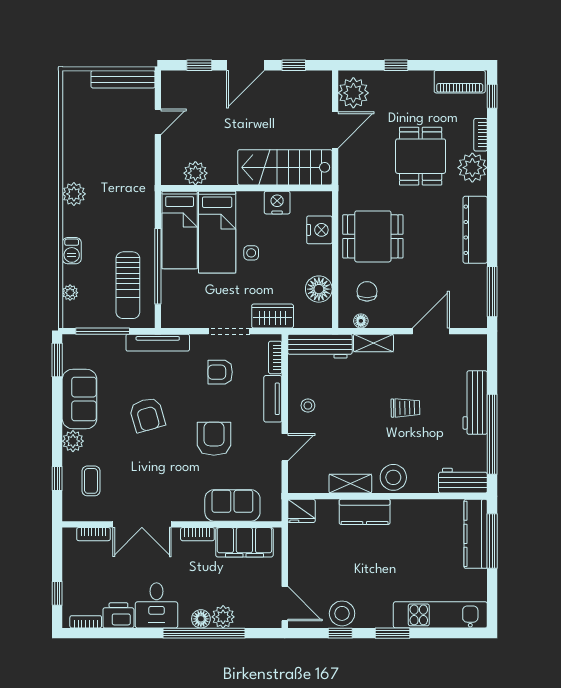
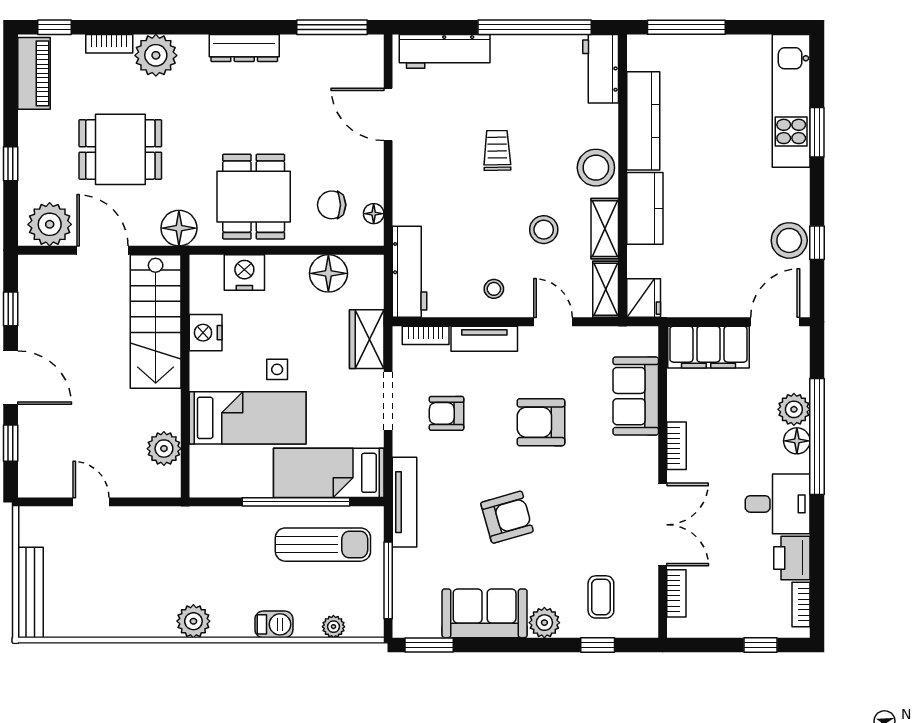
bench: (123, 79) -> (30, 593), moved
dining table: (421, 156) -> (120, 149), moved
floor lamp: (351, 184) -> (179, 228), added
bed: (180, 230) -> (329, 473), moved, turned 180
dresser: (475, 230) -> (244, 48), width x0.73, depth x0.80
shelving: (373, 343) -> (606, 289), moved
armchair: (220, 372) -> (447, 413), turned 90
workbench: (475, 403) -> (445, 51), moved
stool: (350, 441) -> (544, 230), added
coffee table: (91, 481) -> (601, 597), turned 90
kitchen counter: (476, 534) -> (643, 121), moved, turned -90
filing cabinet: (244, 542) -> (708, 347), moved, turned 90
window: (392, 633) -> (817, 132), moved

